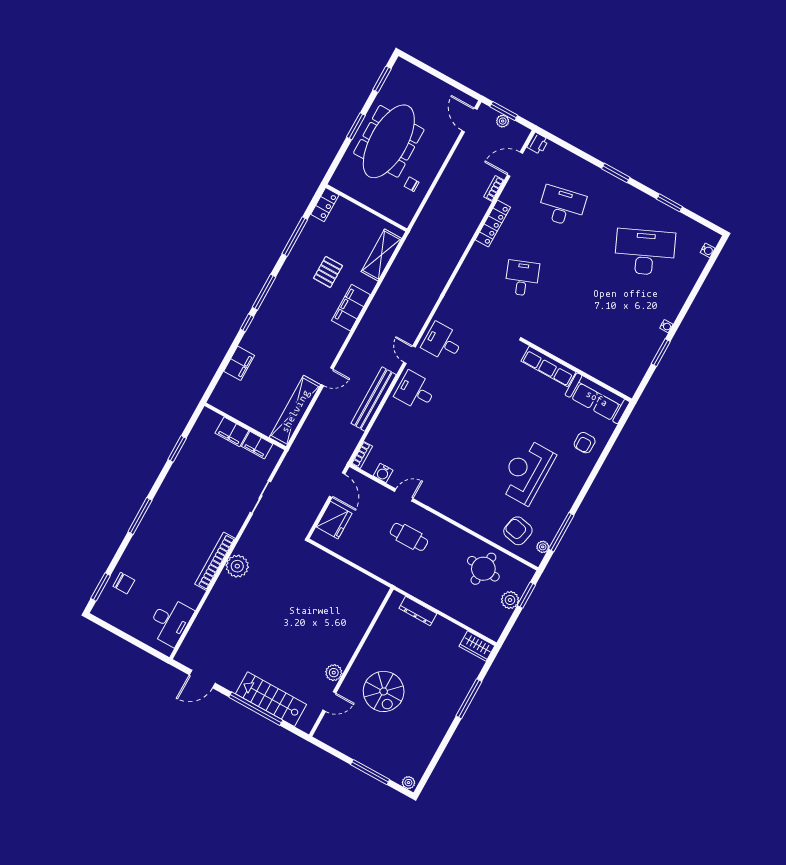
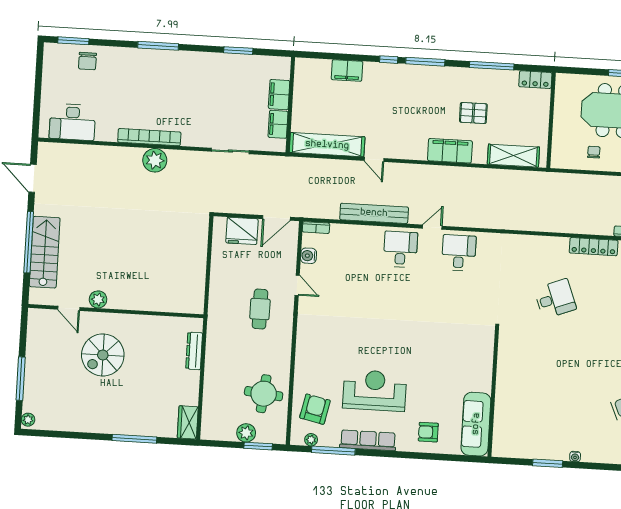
row of seats: (549, 366) -> (368, 440), moved, turned 90

